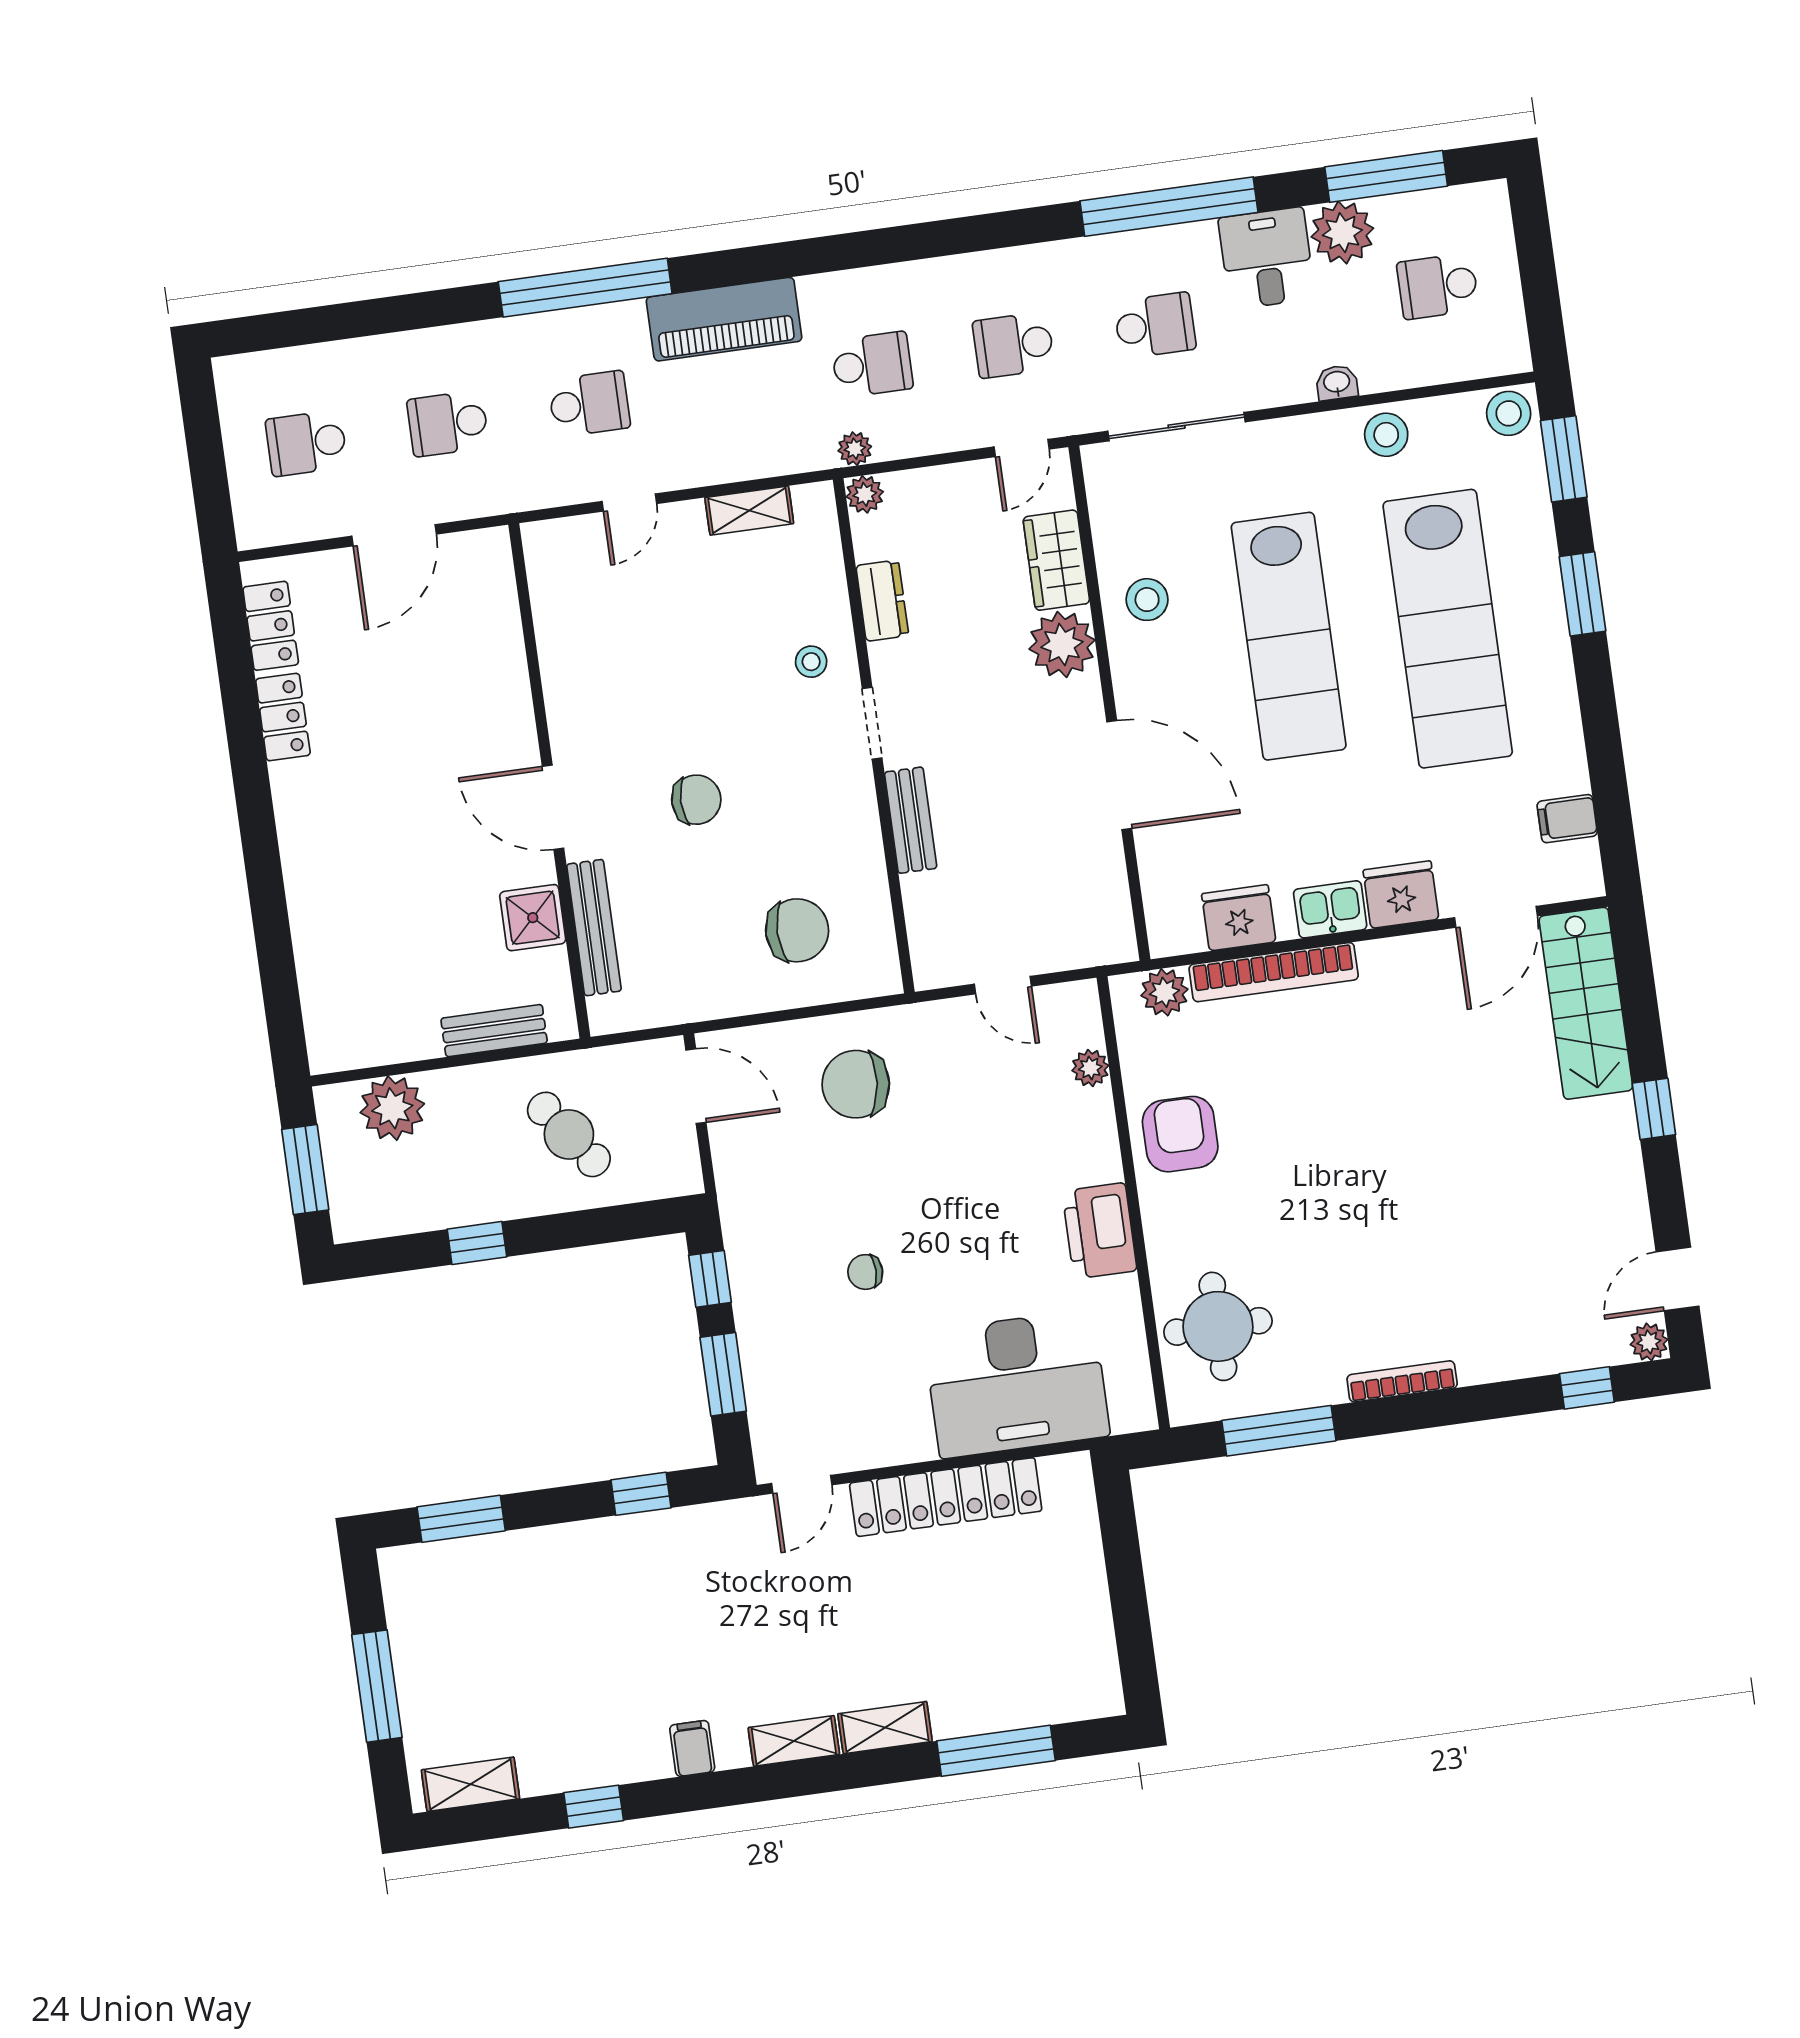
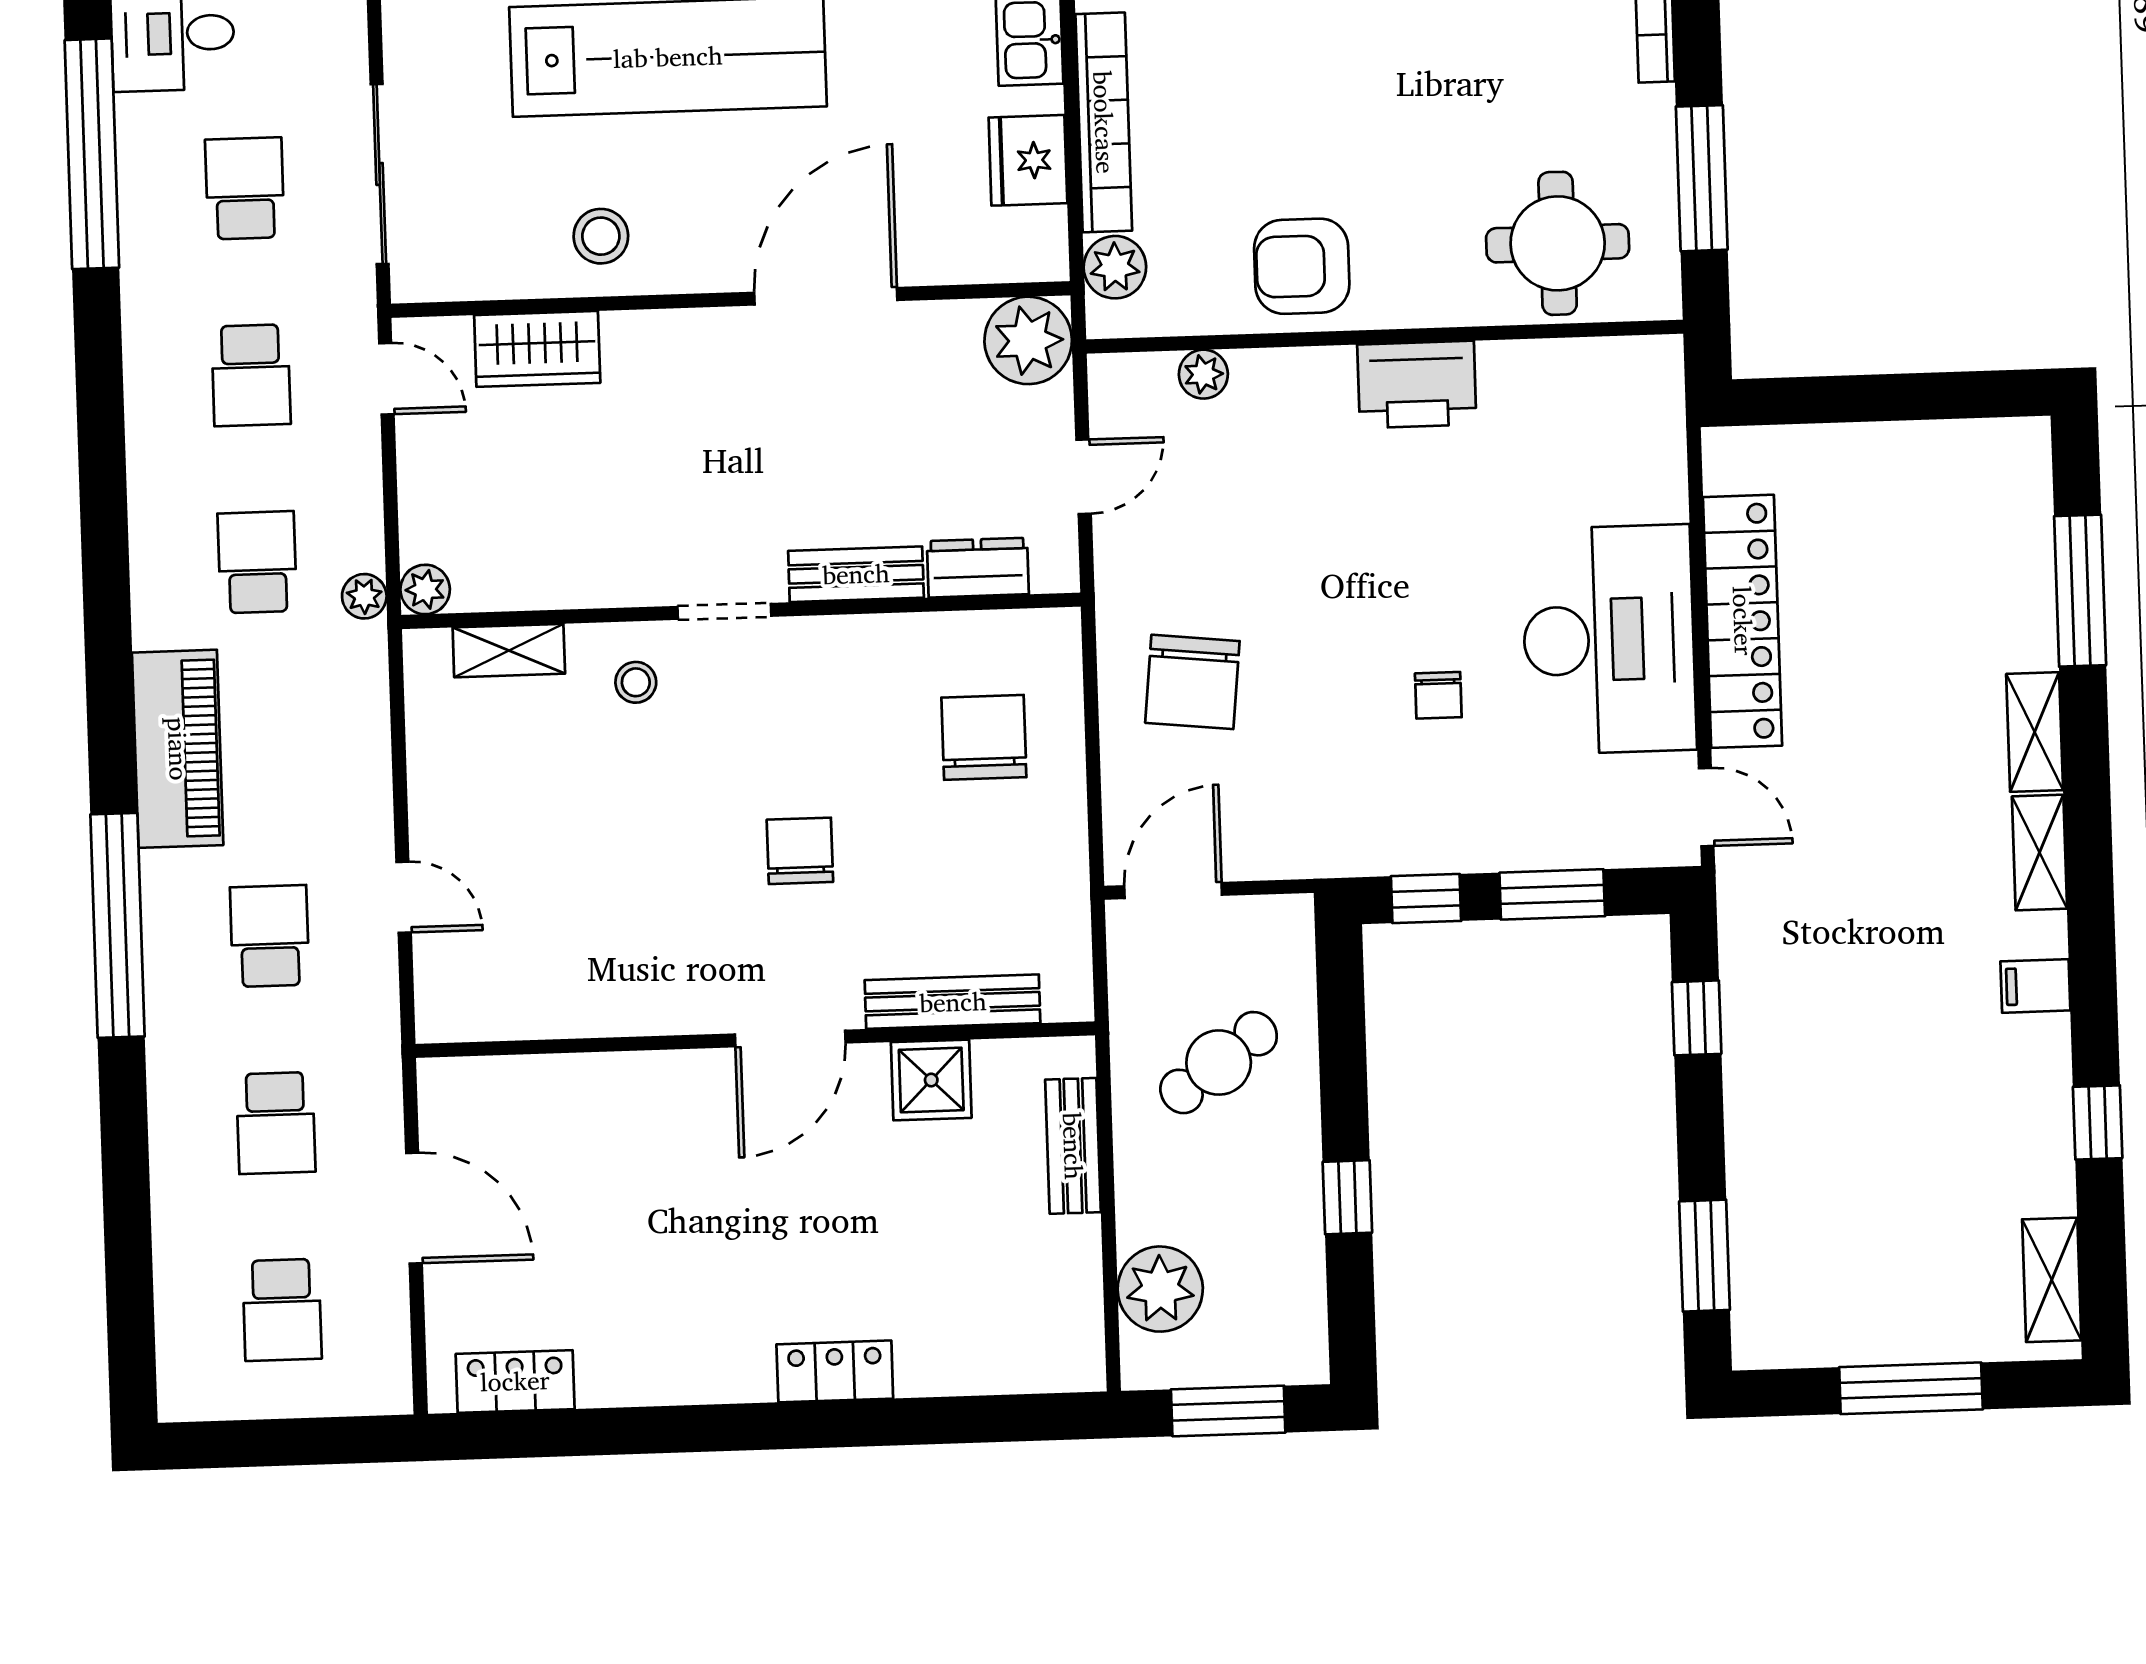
shelving: (749, 511) -> (509, 651), moved, turned 90
dresser: (882, 601) -> (978, 568), moved
plant: (1062, 645) -> (1028, 340), moved
locker: (283, 717) -> (835, 1371), moved
desk: (1017, 1384) -> (1609, 639), moved

